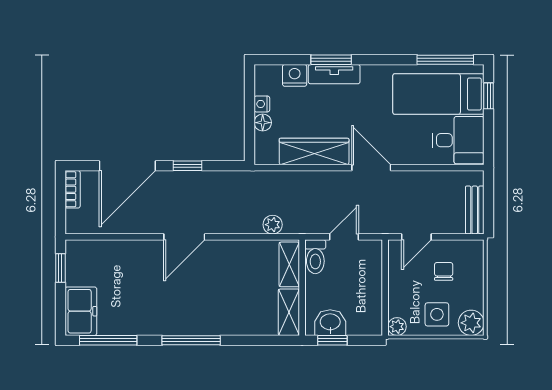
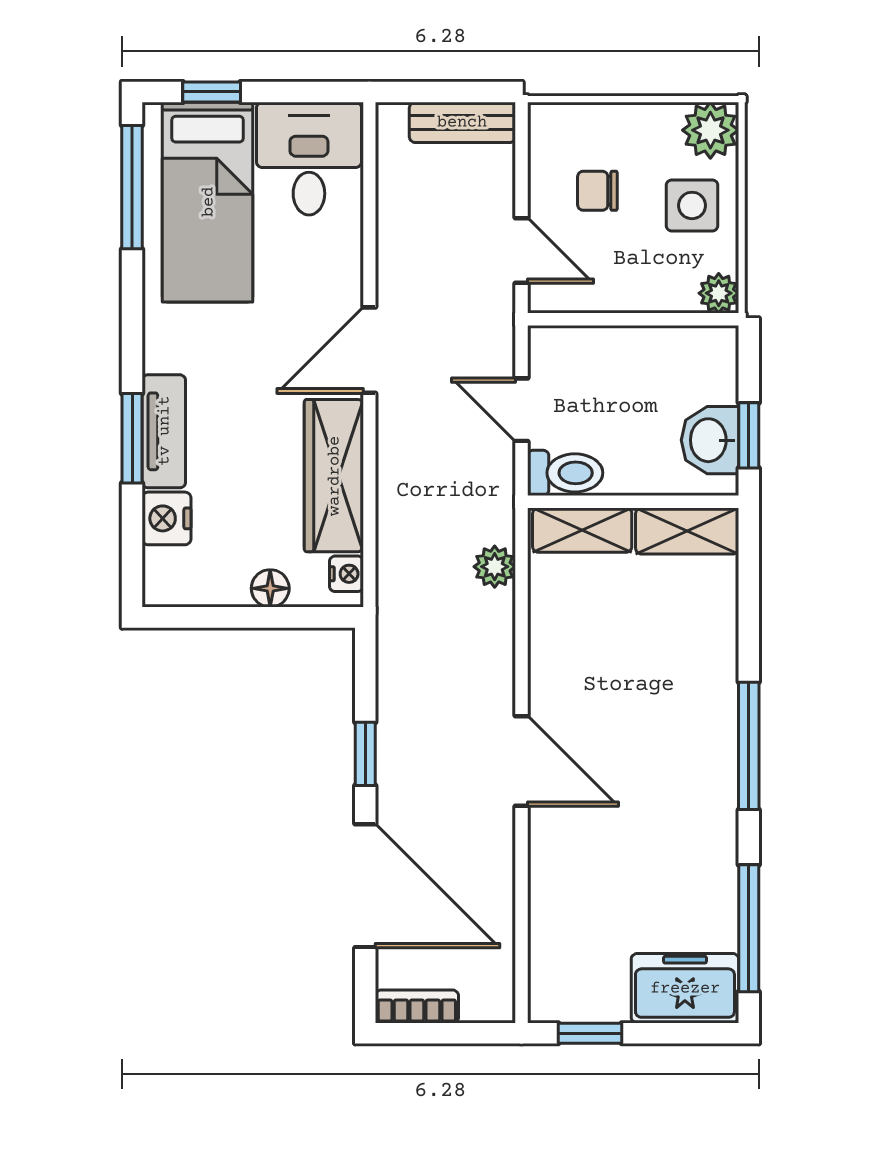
nightstand: (262, 104) -> (346, 574), moved, turned -90

